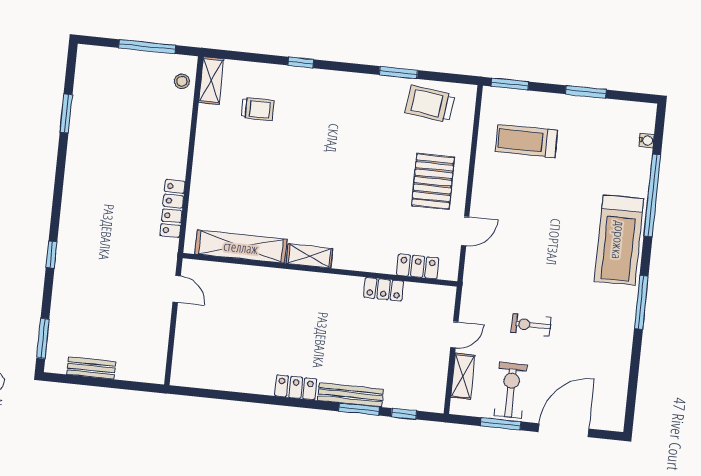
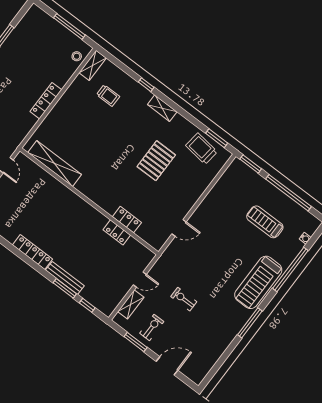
window: (398, 73) -> (217, 138), moved
window: (586, 92) -> (288, 193), width x2.11
treadmill: (526, 141) -> (265, 222), moved
pallet: (433, 181) -> (156, 161), moved
locker: (173, 208) -> (46, 101), moved
shelving: (310, 256) -> (162, 108), moved
locker: (418, 266) -> (127, 220), moved
locker: (296, 387) -> (33, 252), width x1.53
exercise bike: (511, 390) -> (152, 327), width x0.73, depth x0.72
door: (564, 430) -> (167, 366), width x0.73

